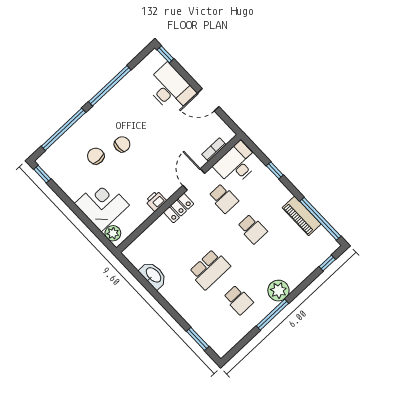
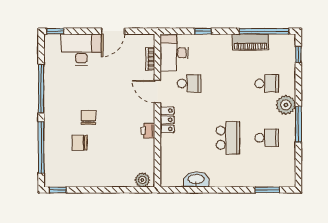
corner desk: (102, 204) -> (116, 169), removed
school desk: (252, 229) -> (267, 83), moved

